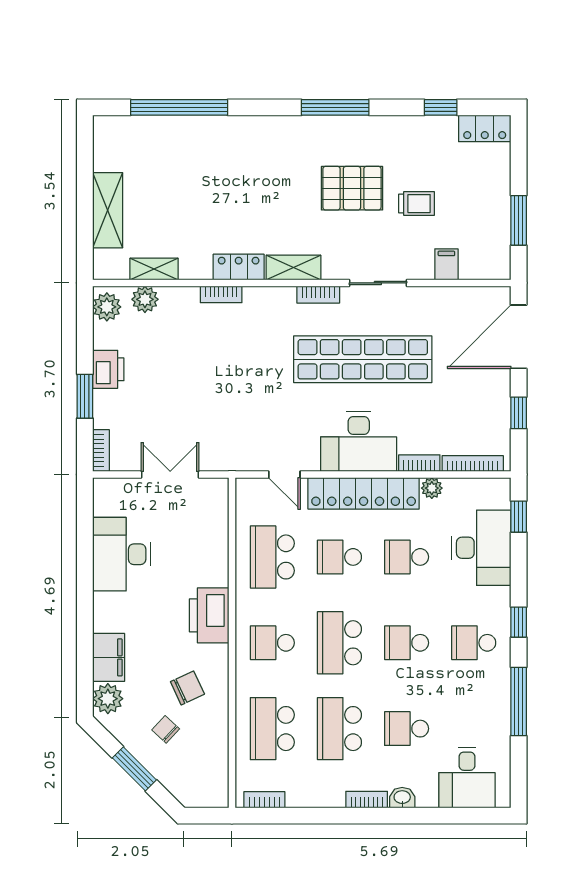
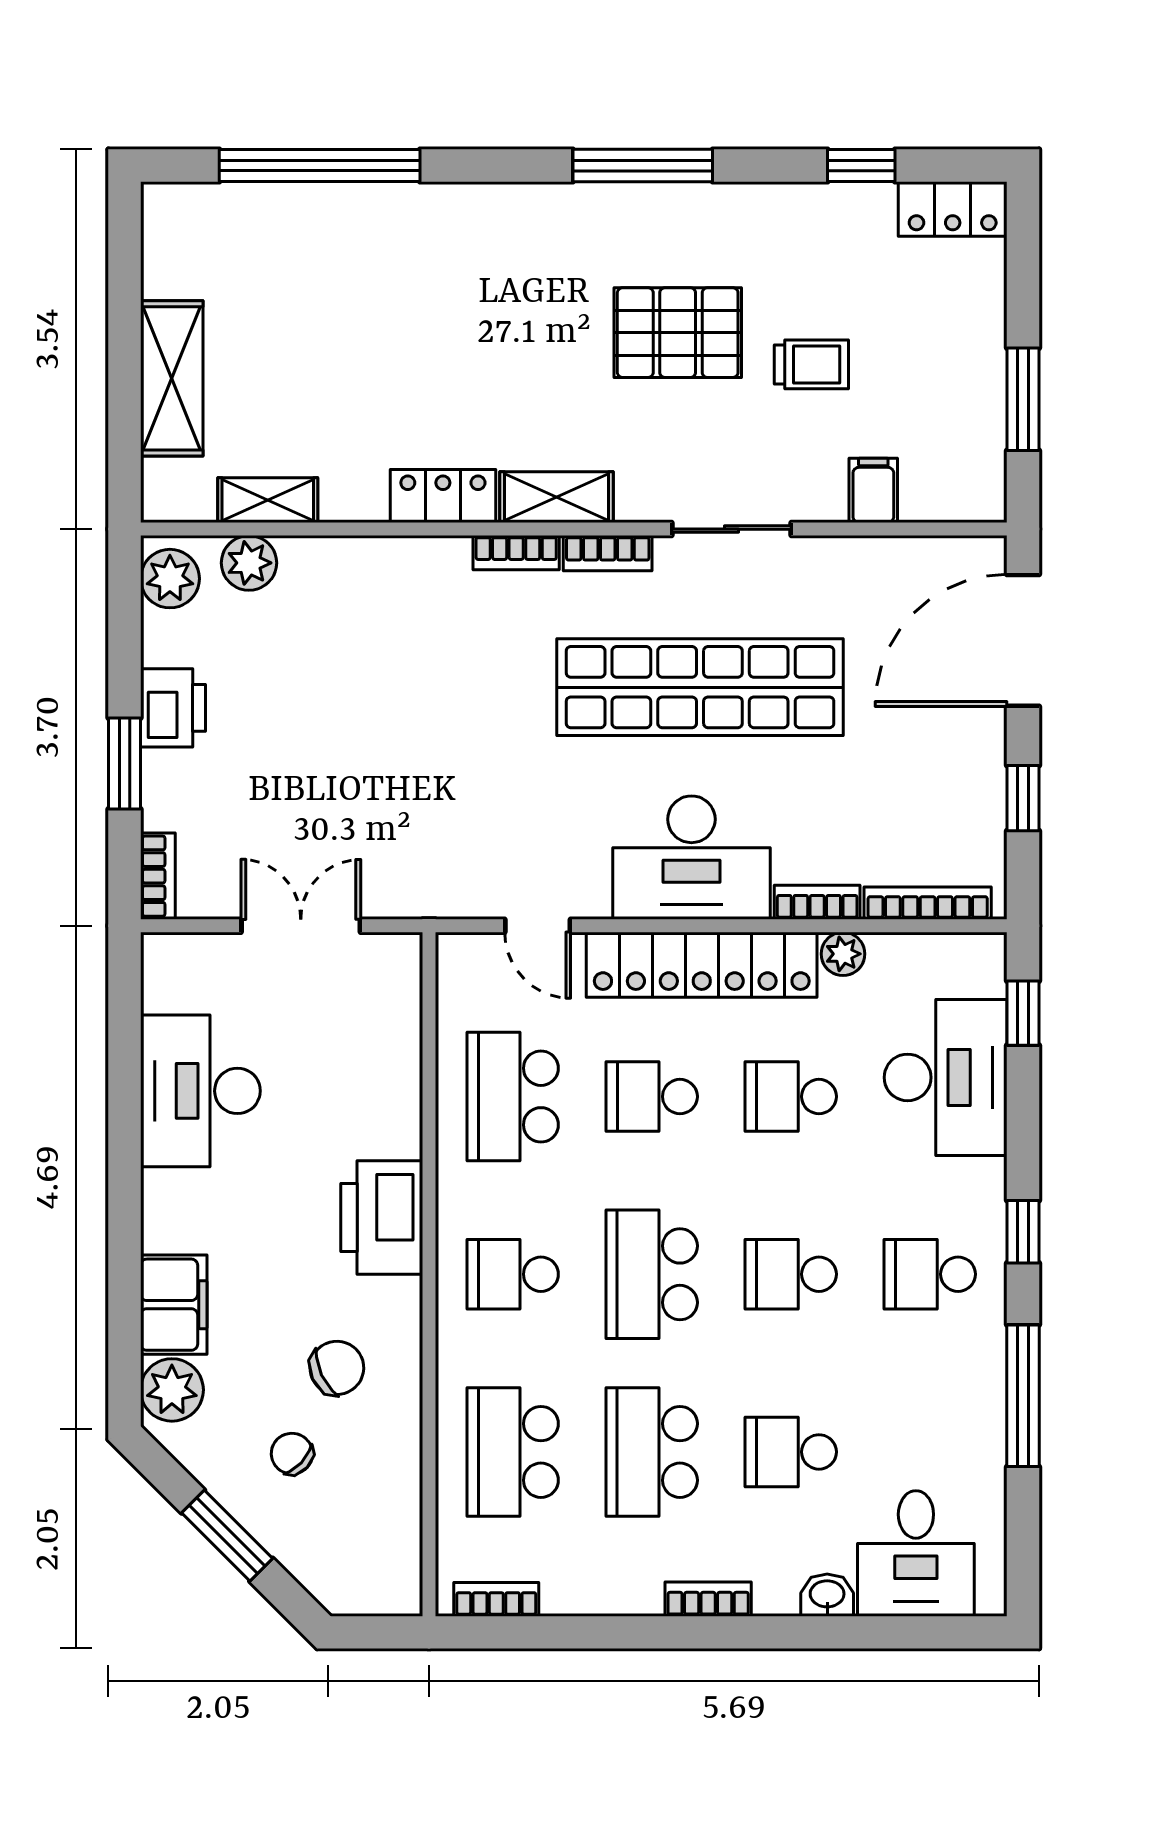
bookcase: (221, 294) -> (516, 553), moved
washbasin: (402, 798) -> (827, 1595), moved

